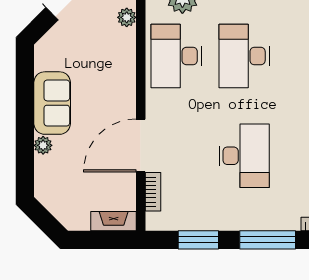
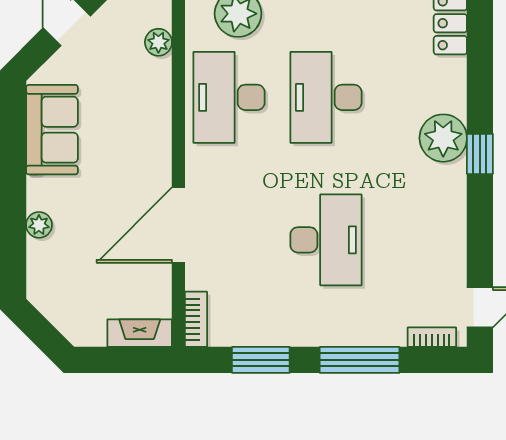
sofa: (52, 103) -> (52, 130), moved
bookcase: (153, 192) -> (196, 319), moved

